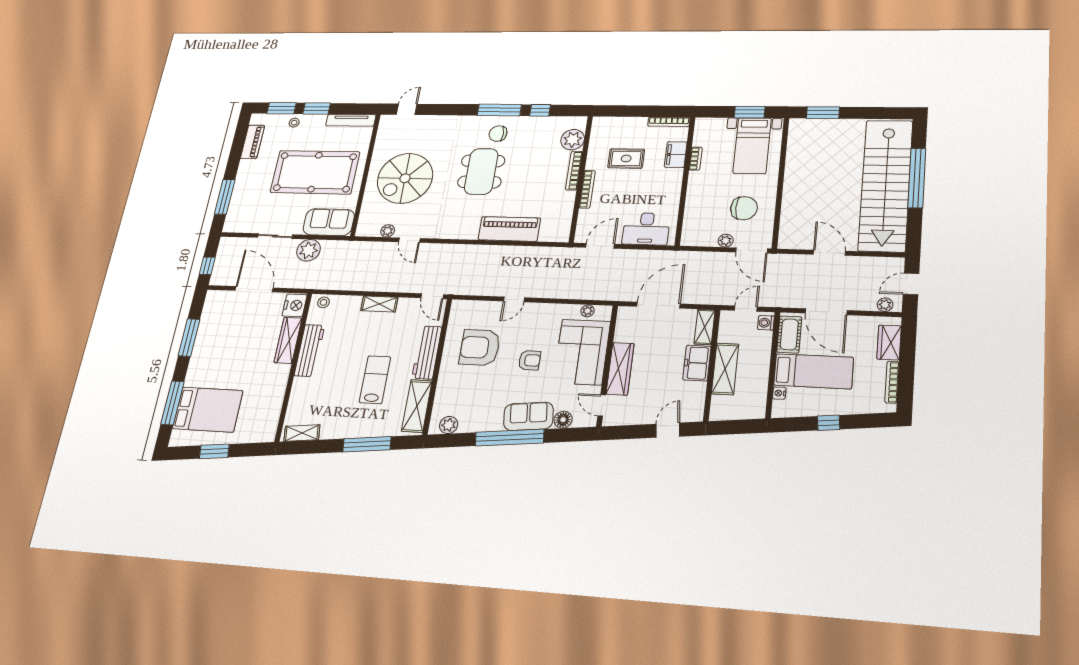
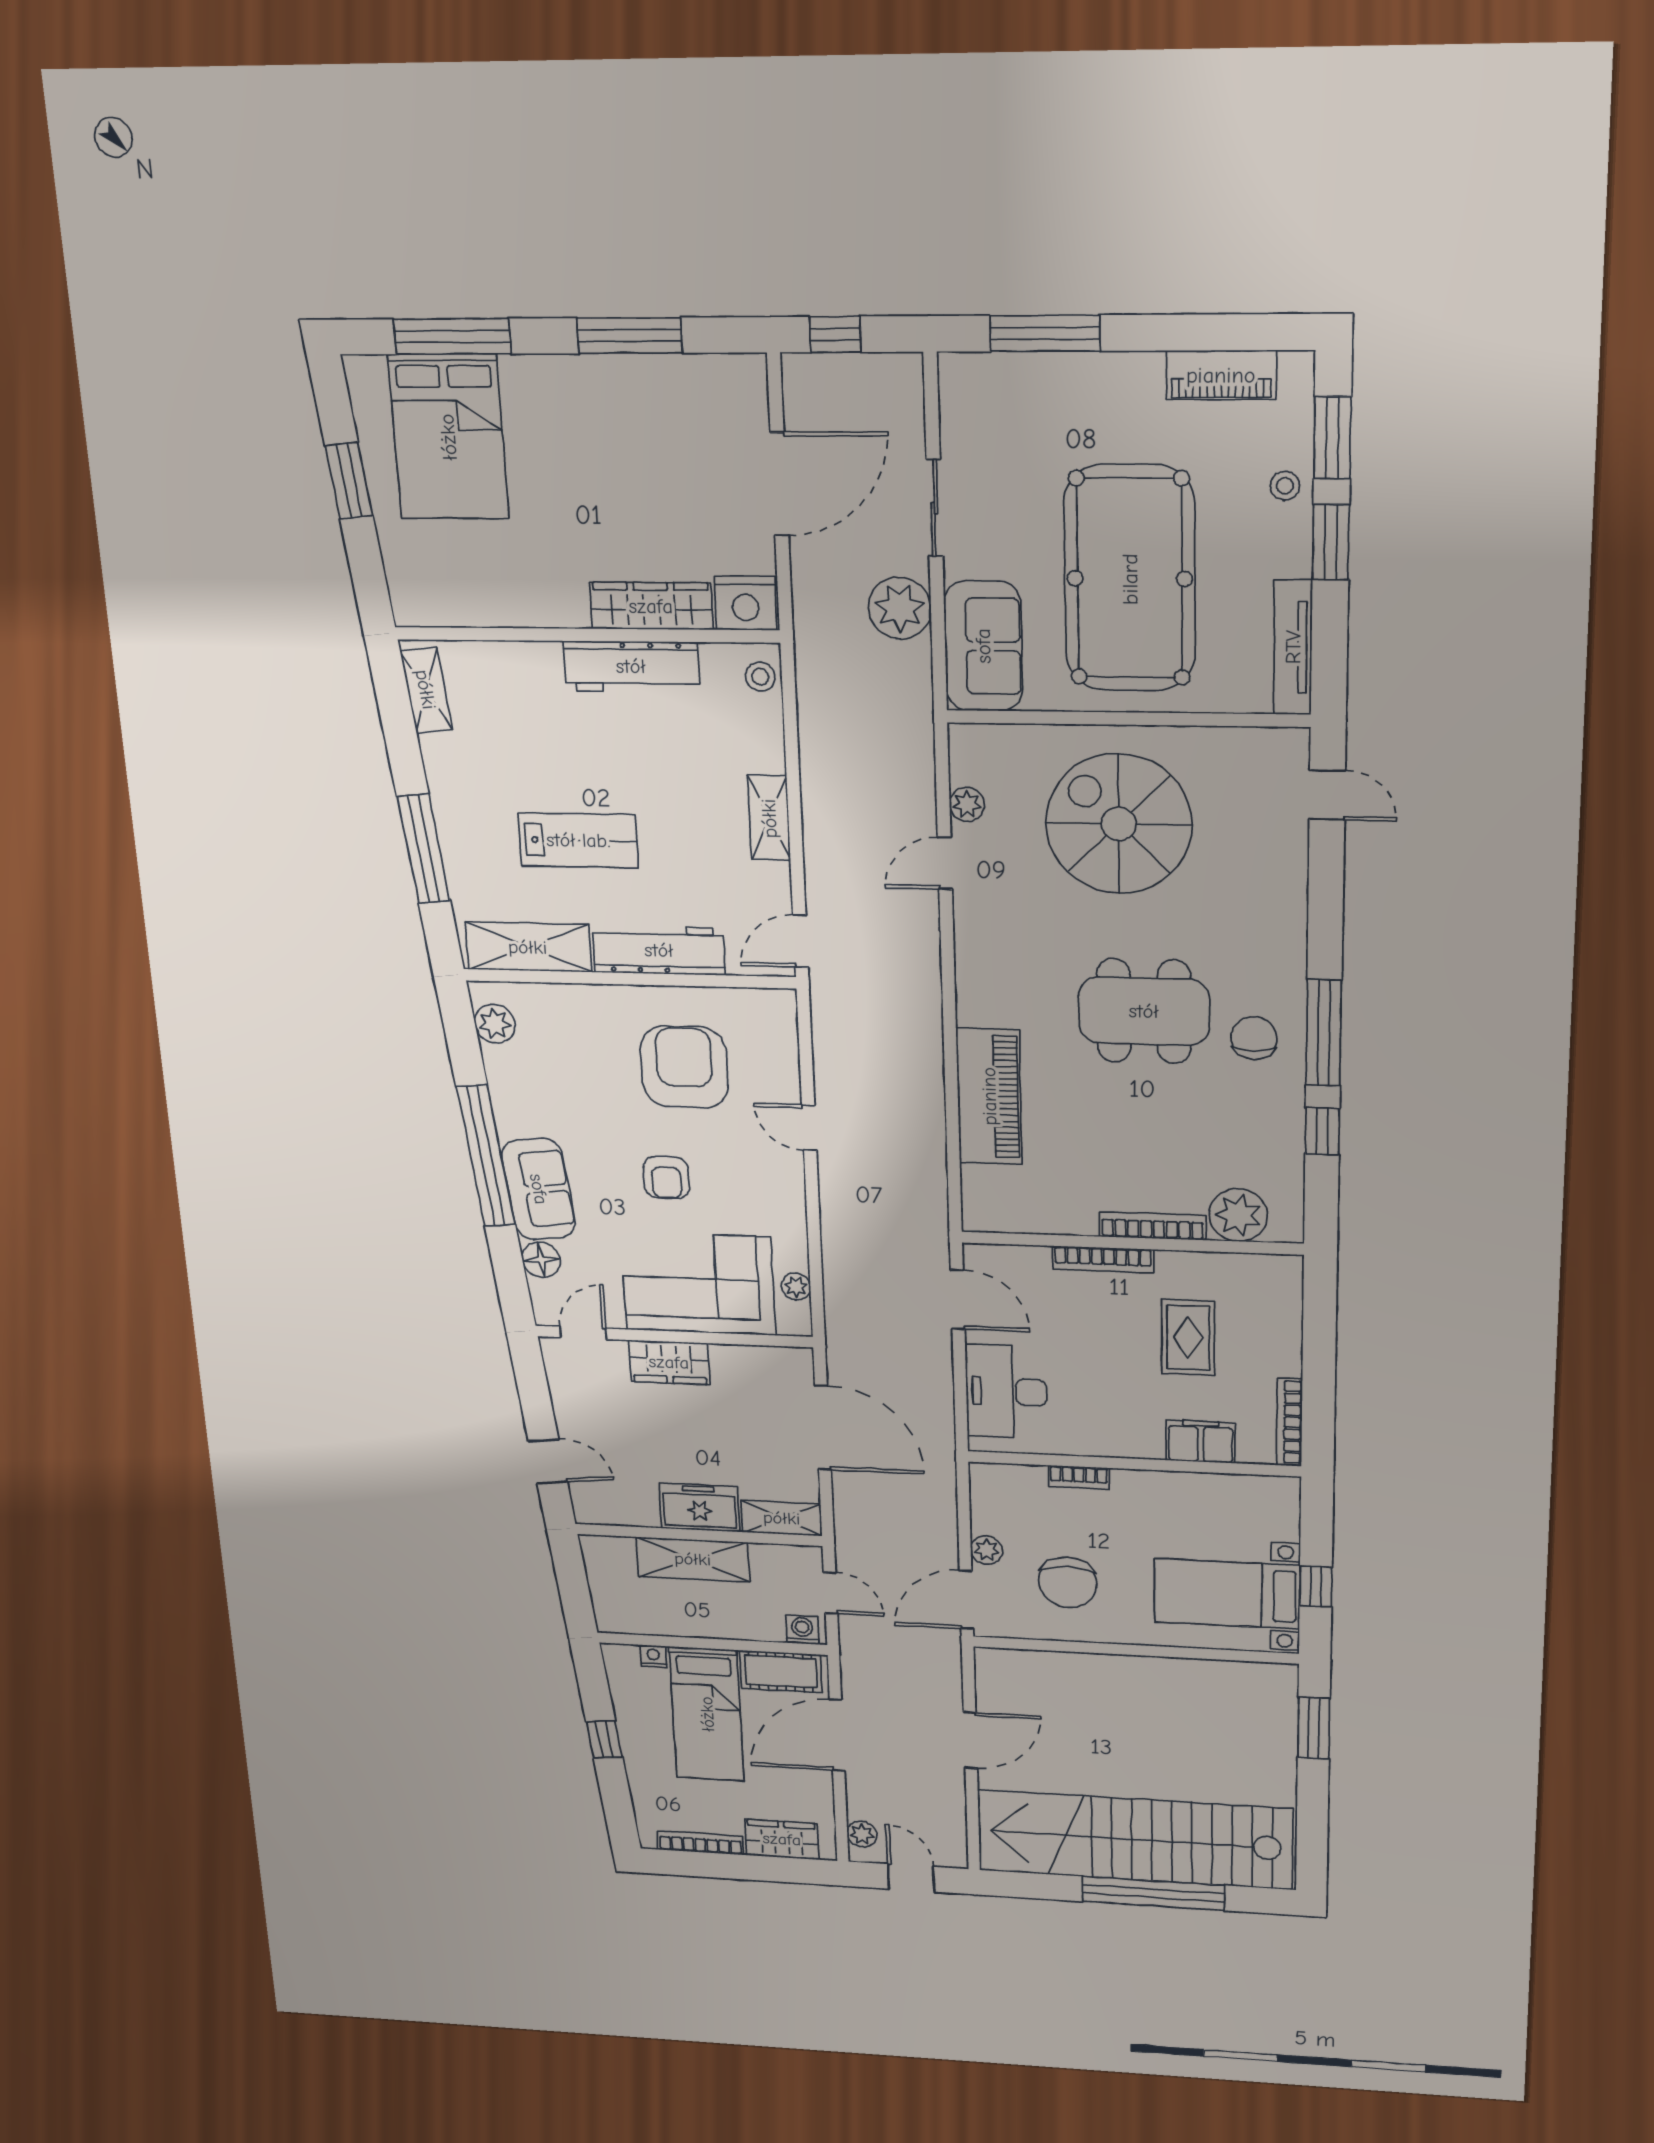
window: (750, 112) -> (1316, 1586), width x0.67
bookcase: (696, 159) -> (1079, 1477), moved
wardrobe: (620, 369) -> (669, 1362), width x0.67

